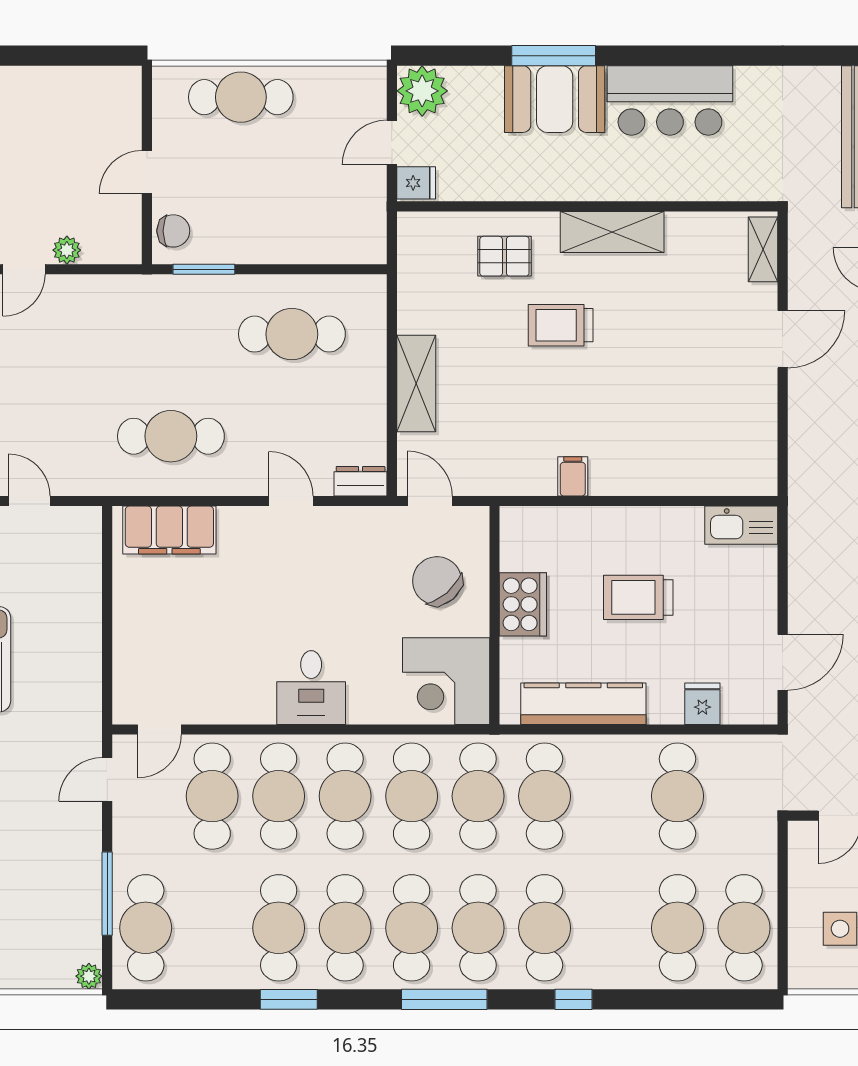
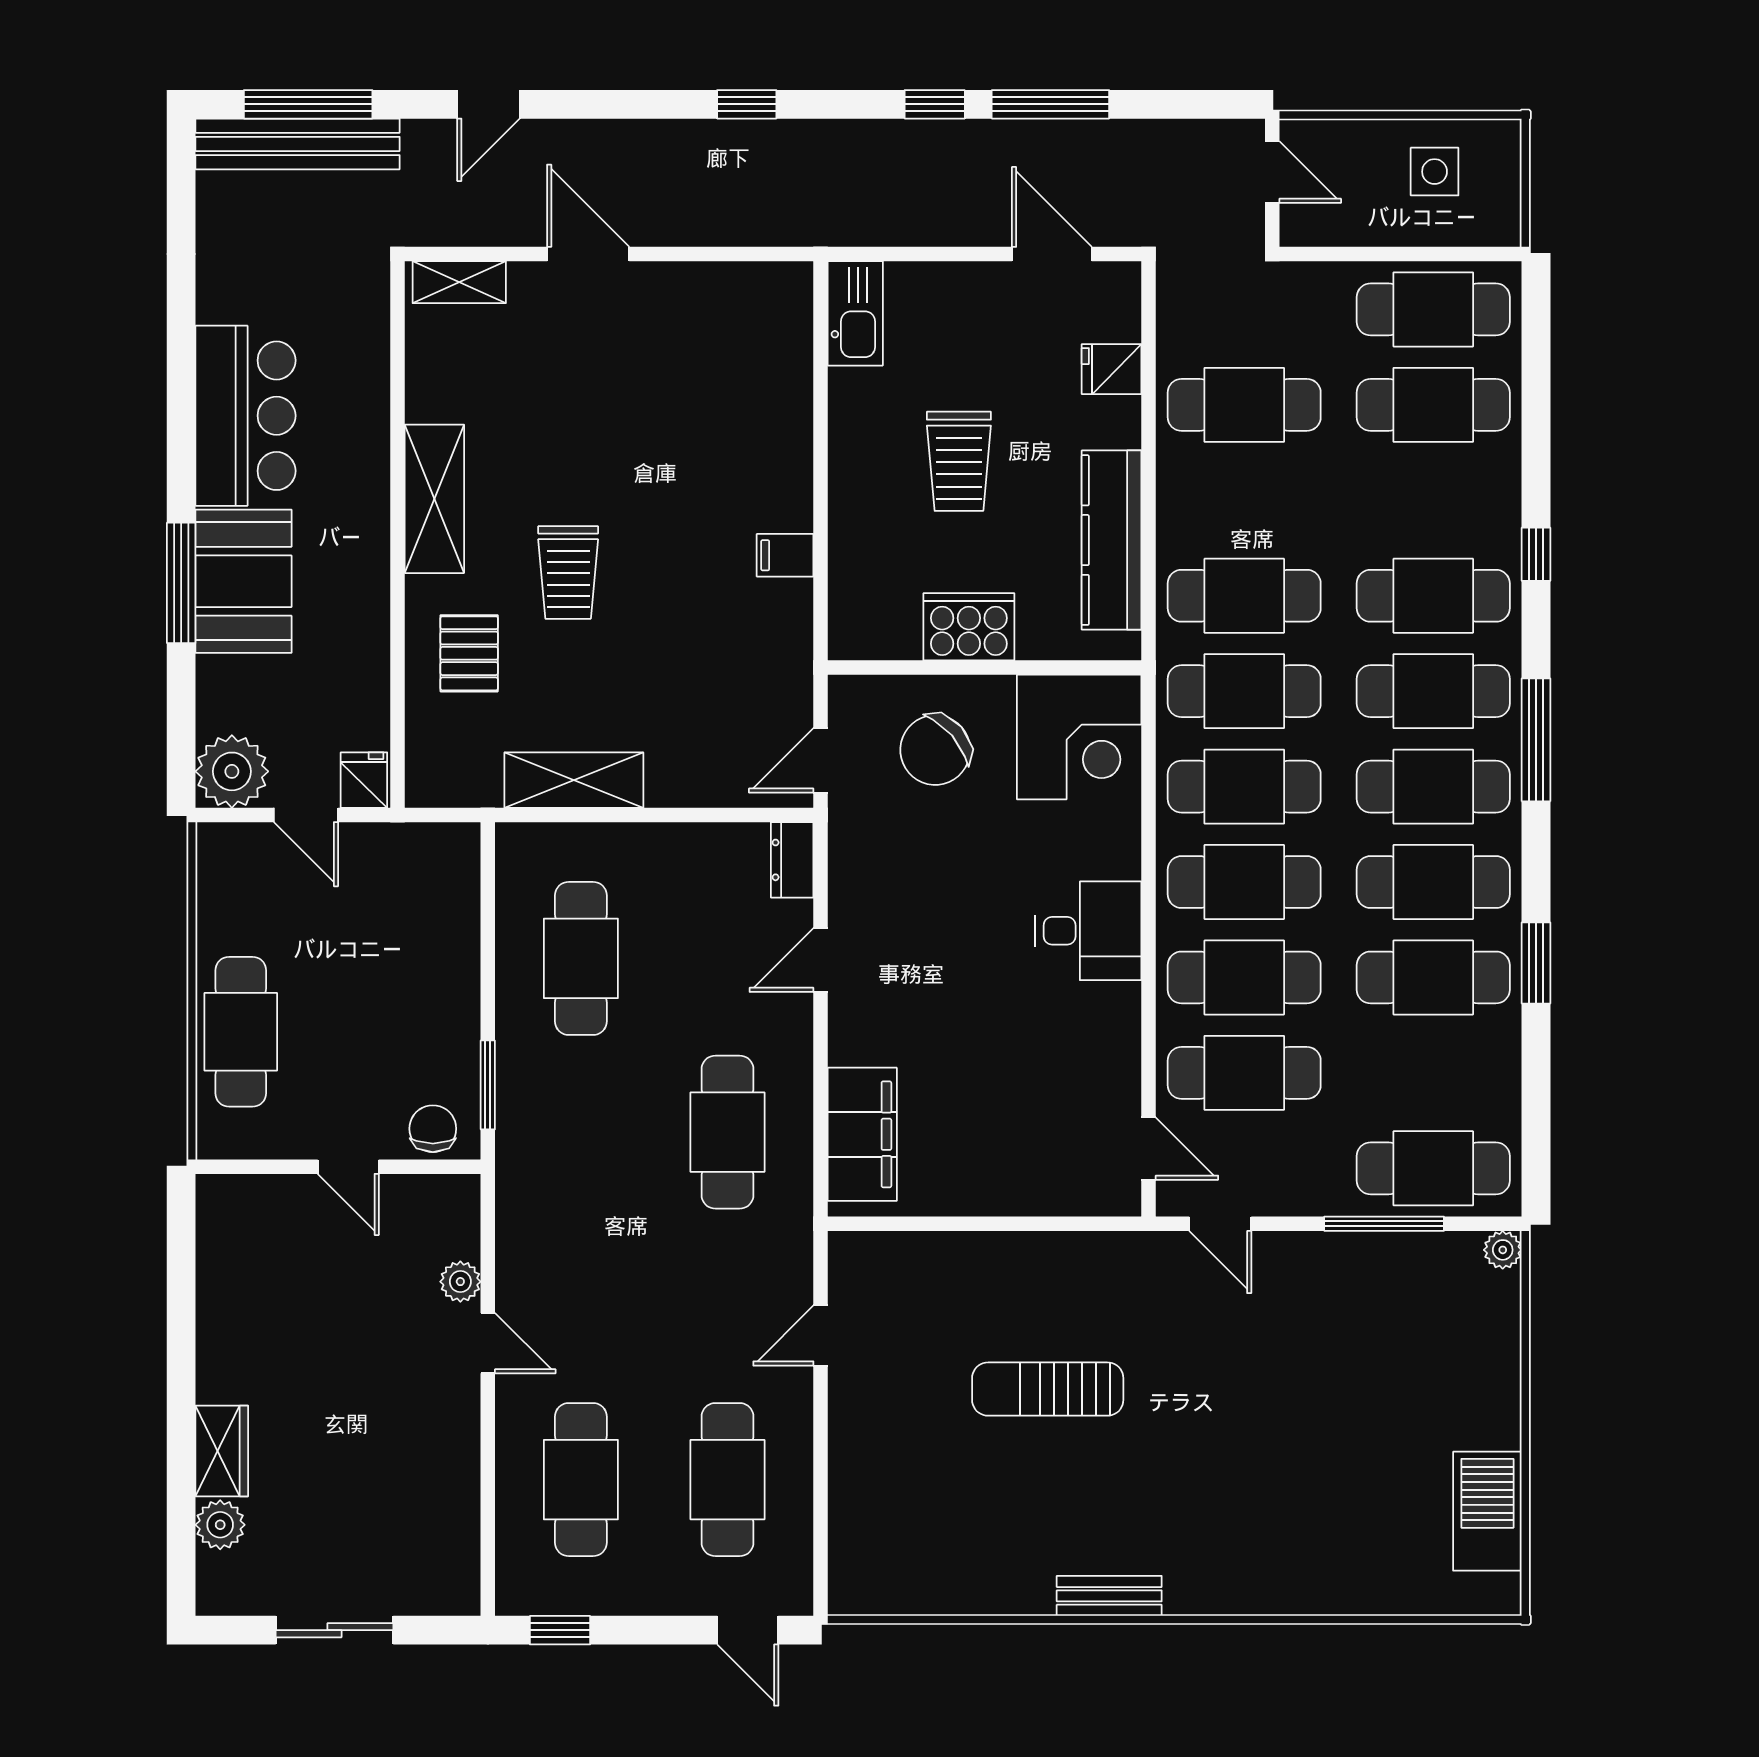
shelving: (416, 384) -> (574, 780), moved

